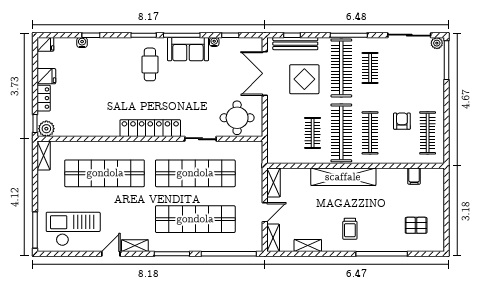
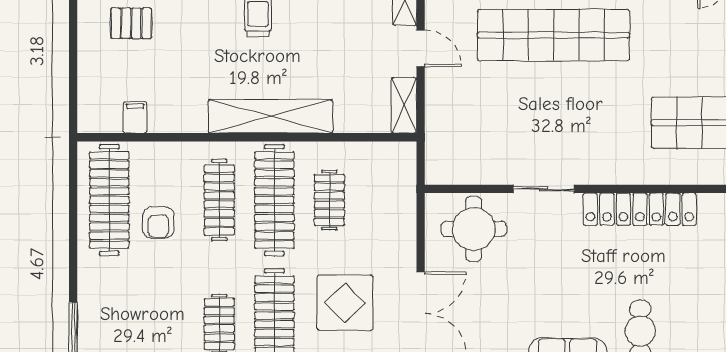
clothes rail: (428, 133) -> (109, 200), width x1.37, depth x1.31
shop shelf: (195, 173) -> (554, 123), removed
door: (265, 212) -> (421, 48), swing flipped

